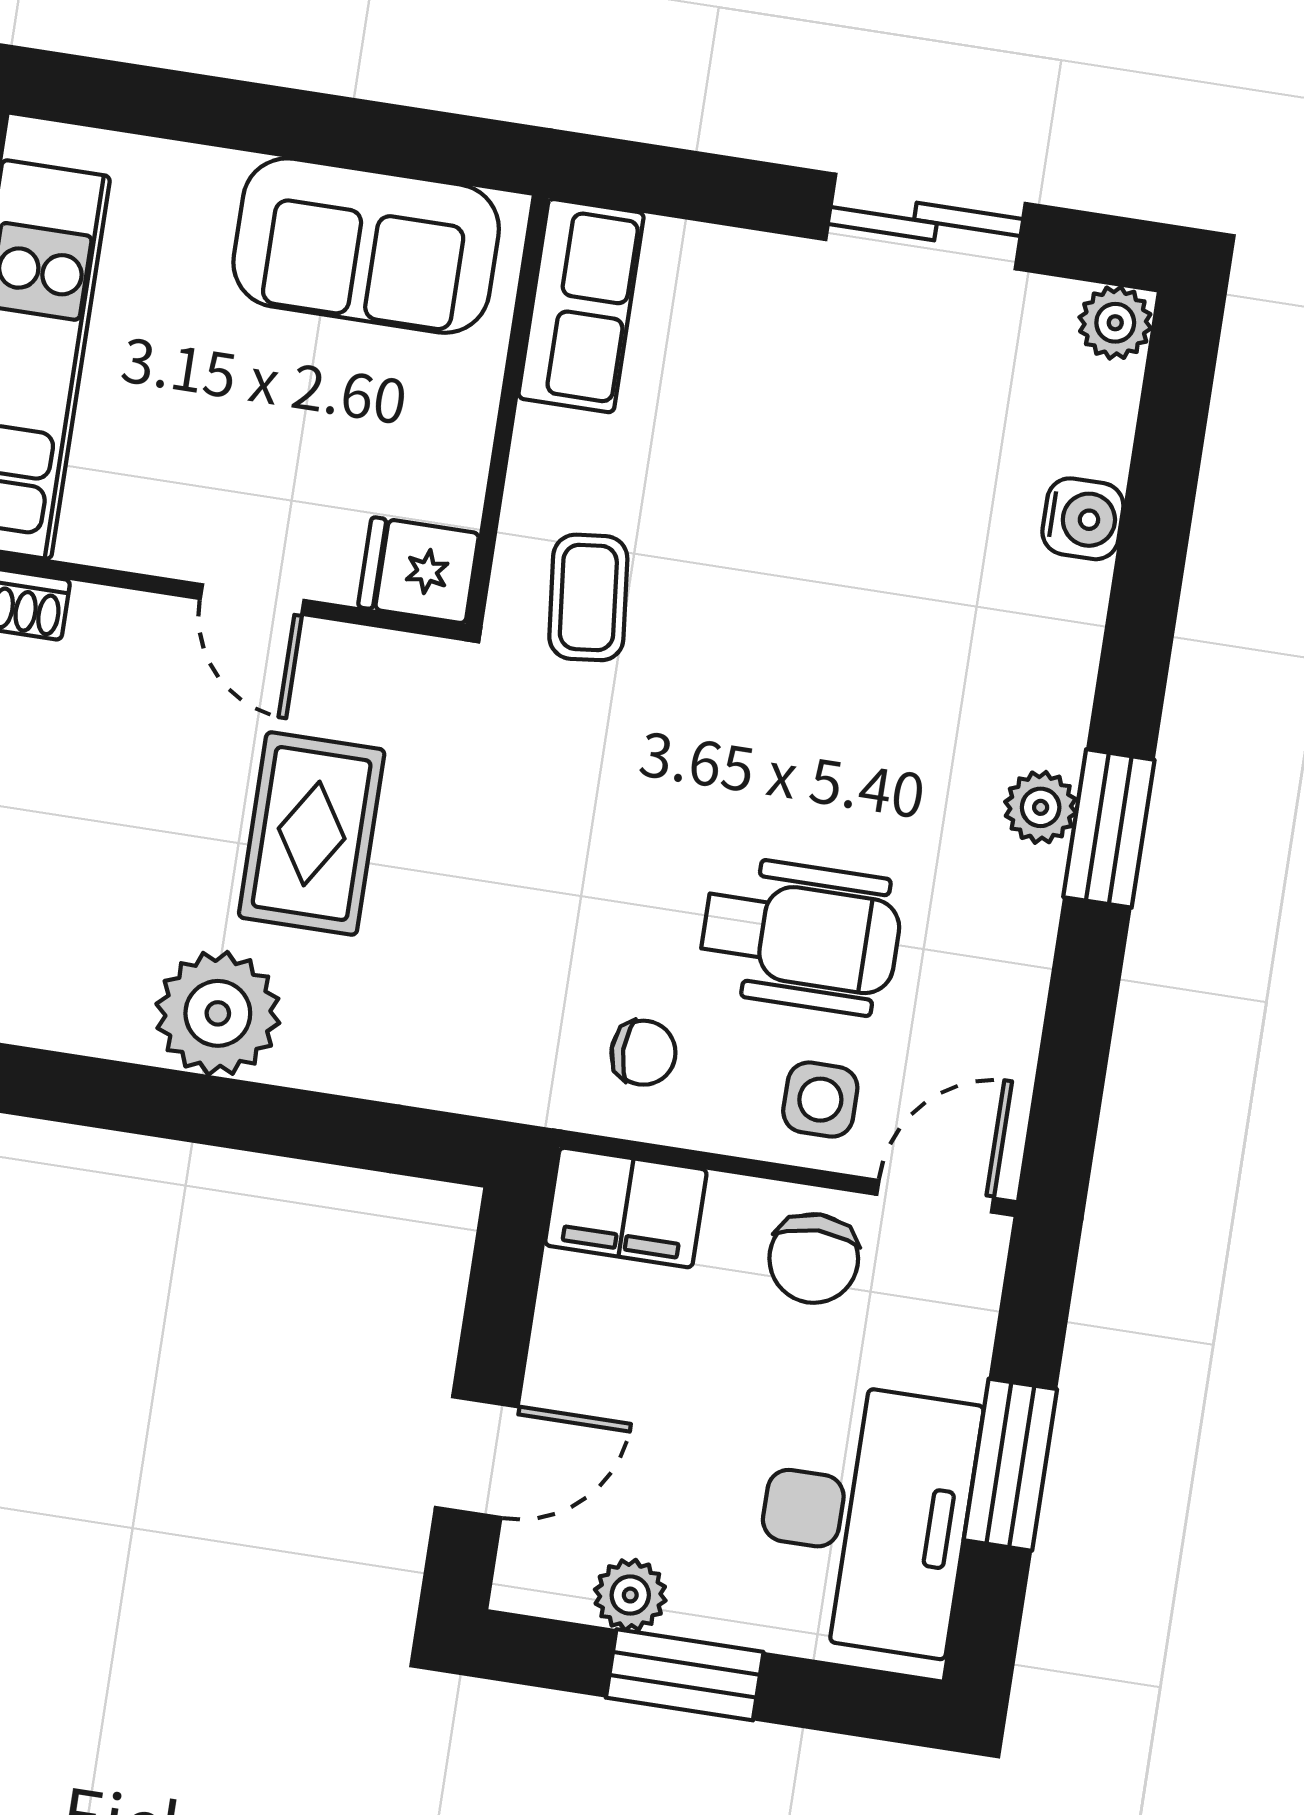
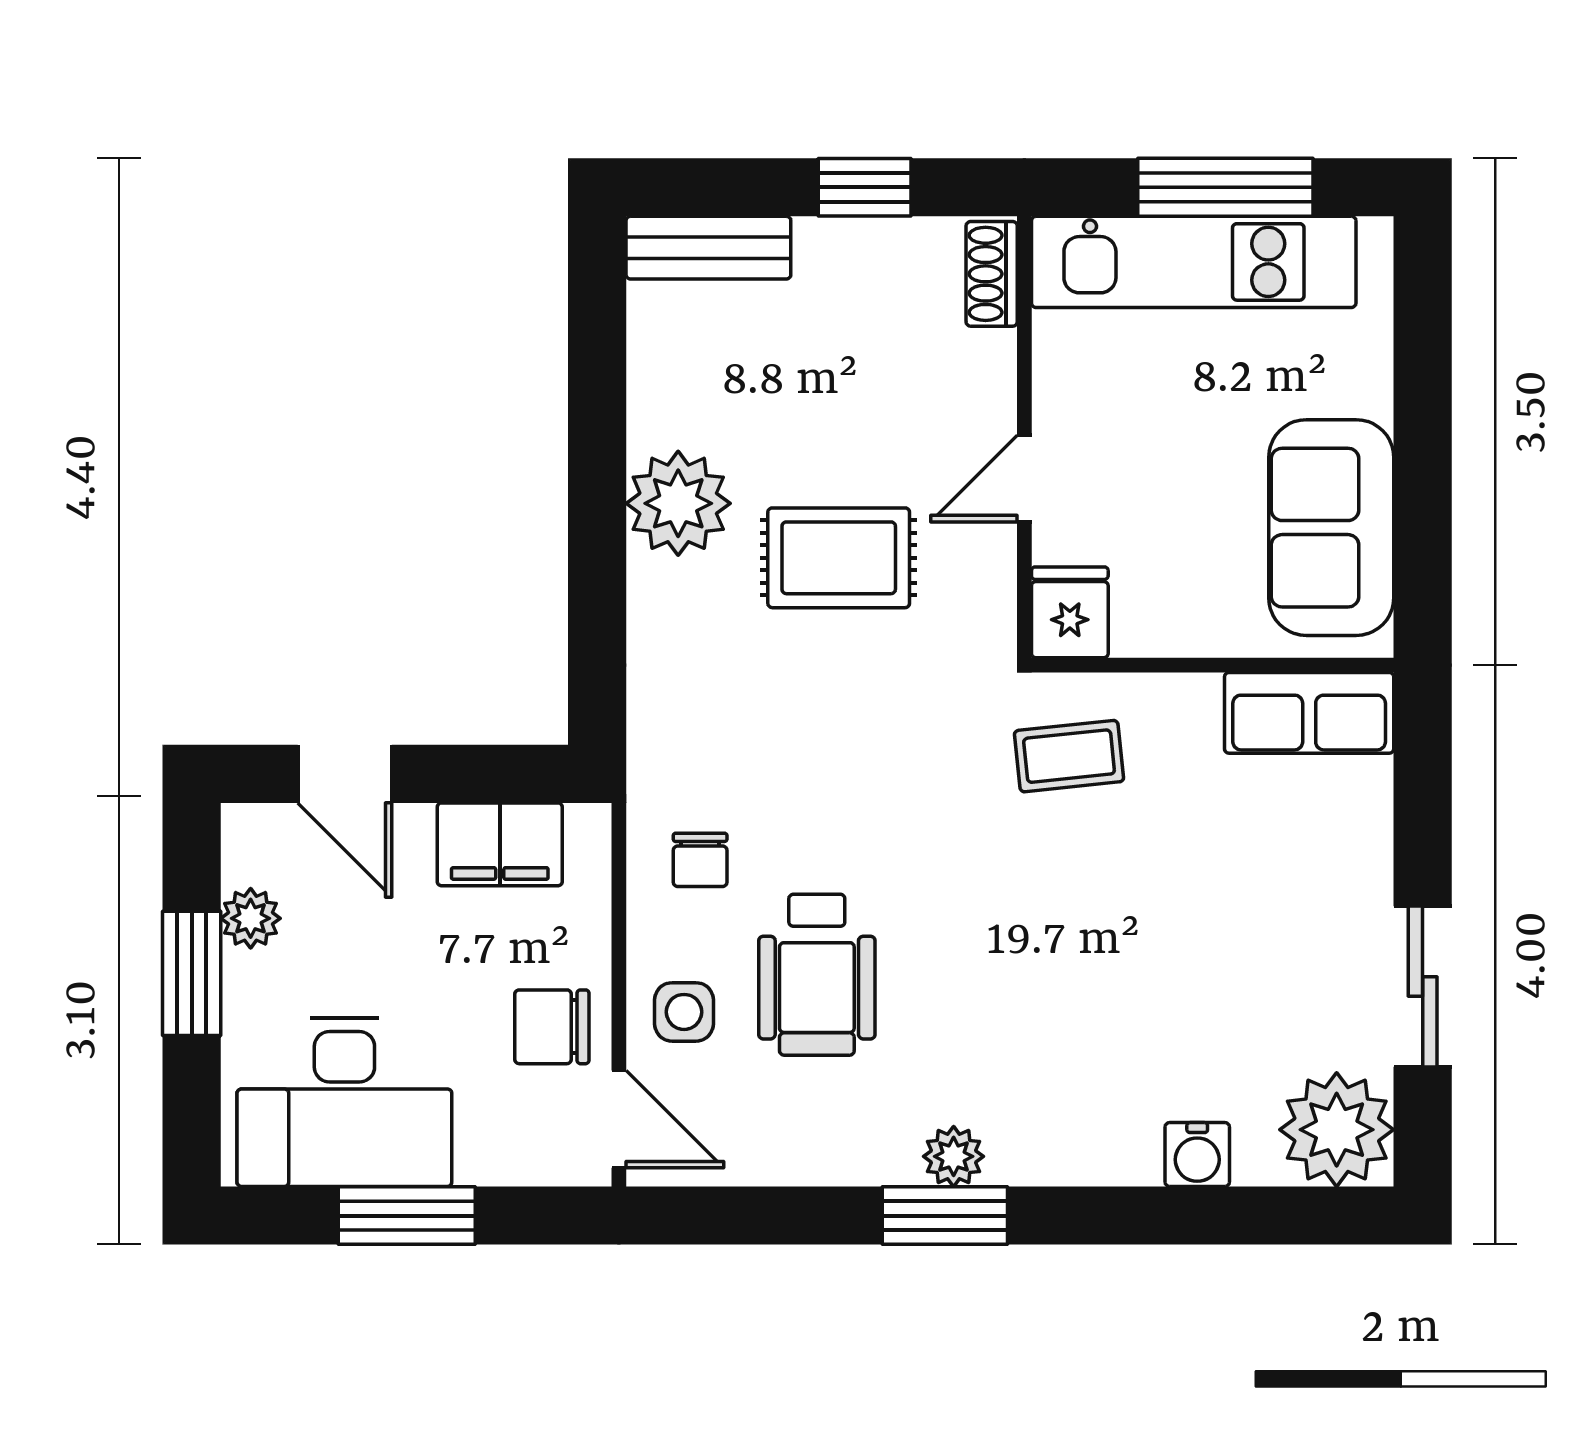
plant: (1115, 323) -> (1337, 1130), width x1.88, depth x1.88
filing cabinet: (626, 1208) -> (500, 844), moved, turned -90

